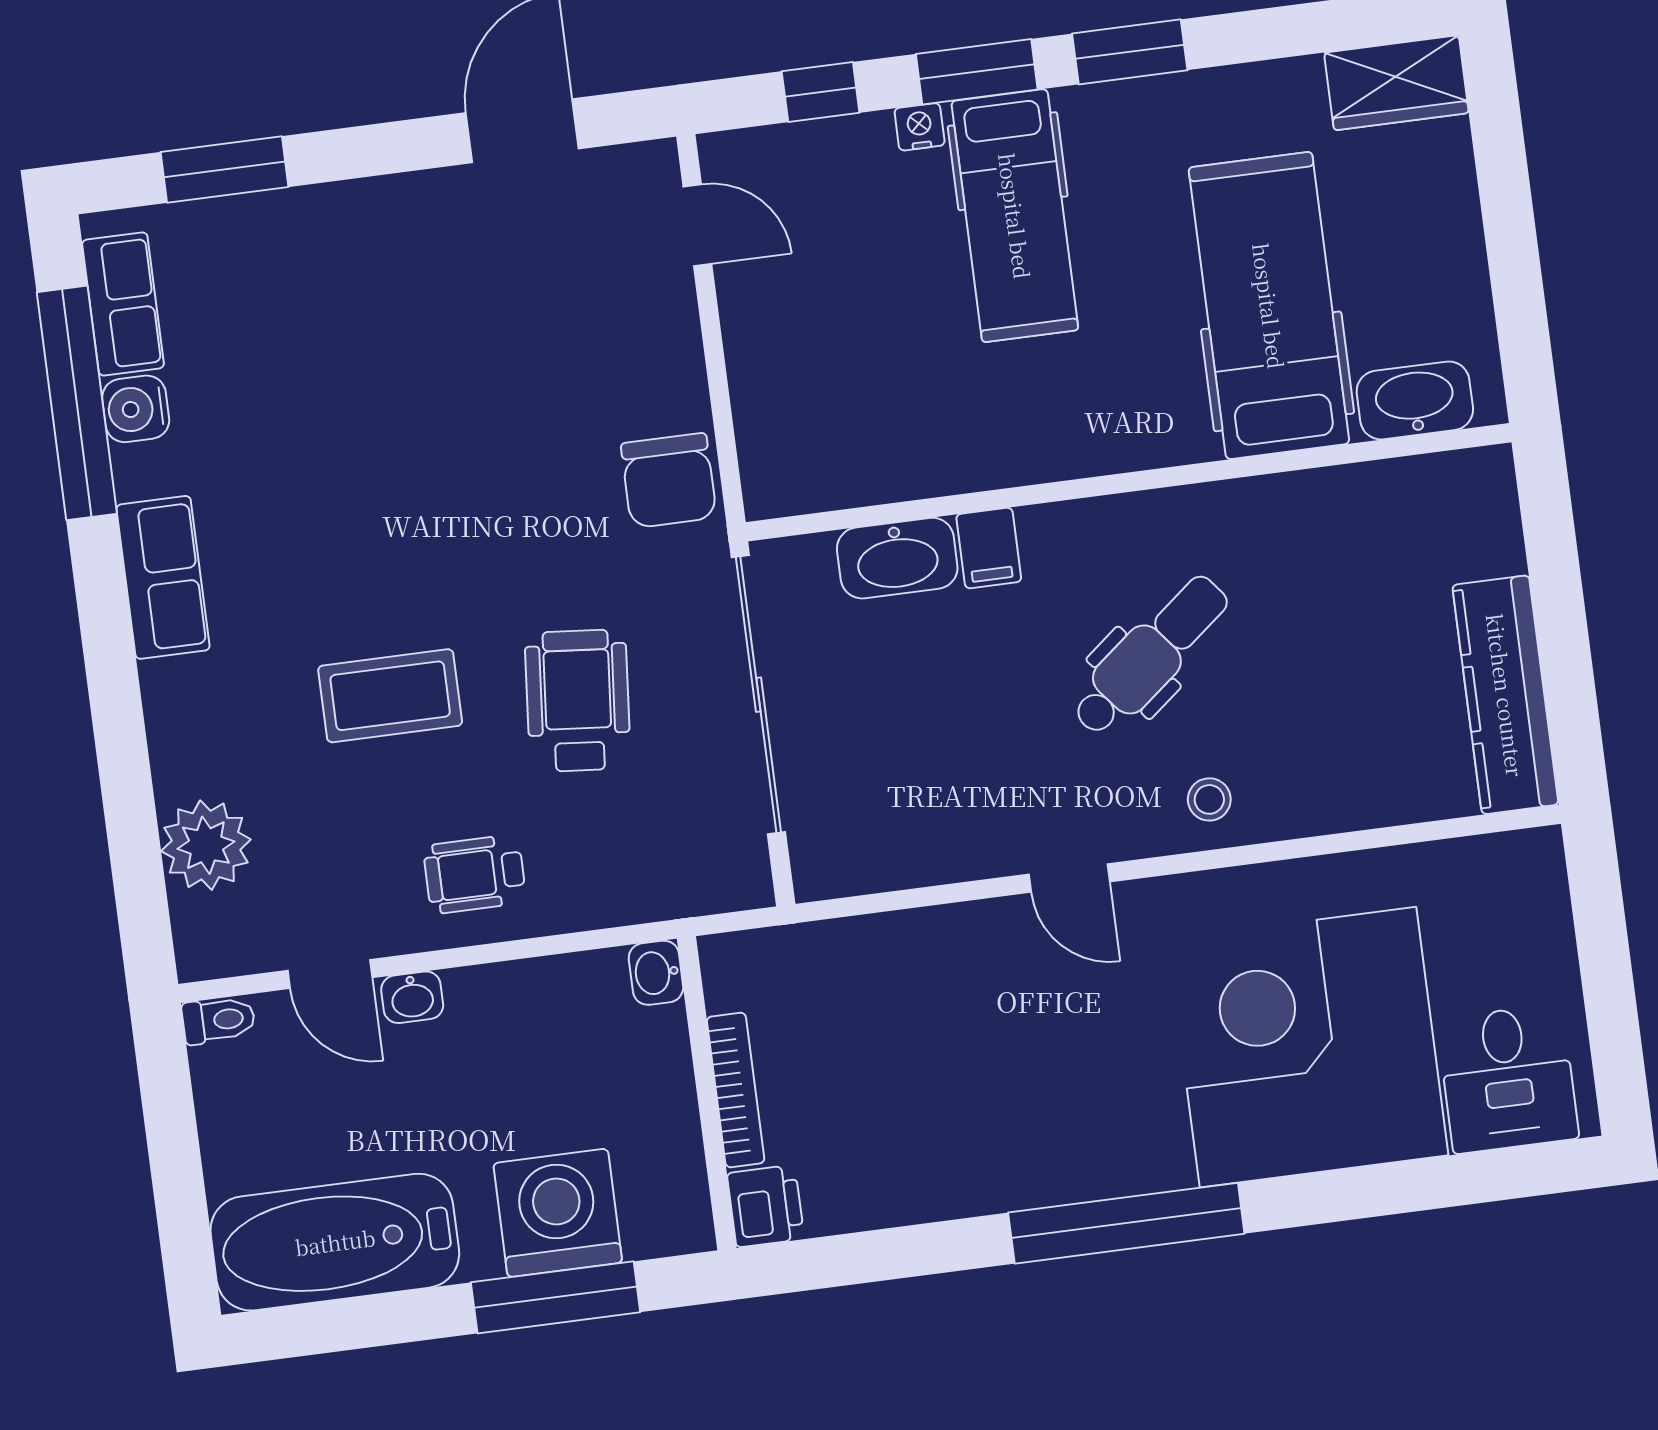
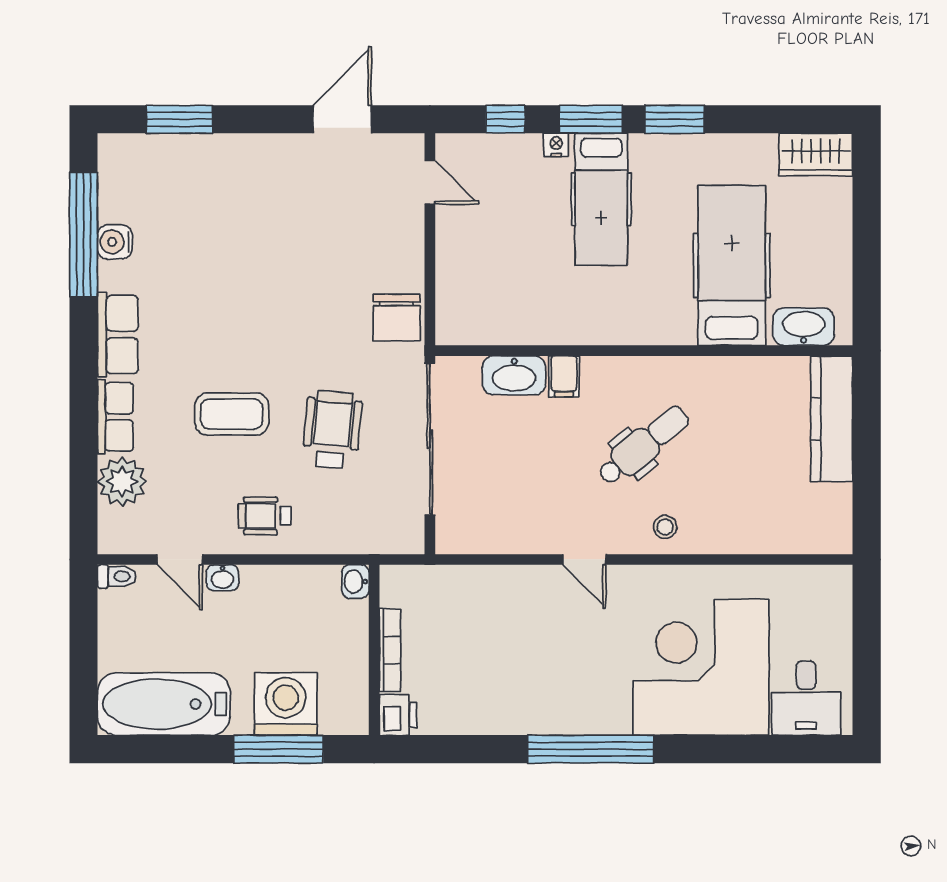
row of seats: (123, 304) -> (115, 417), moved
kitchen counter: (1505, 695) -> (832, 419), moved

